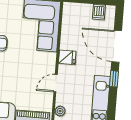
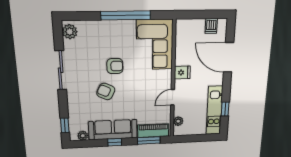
window: (114, 79) -> (225, 109), moved

